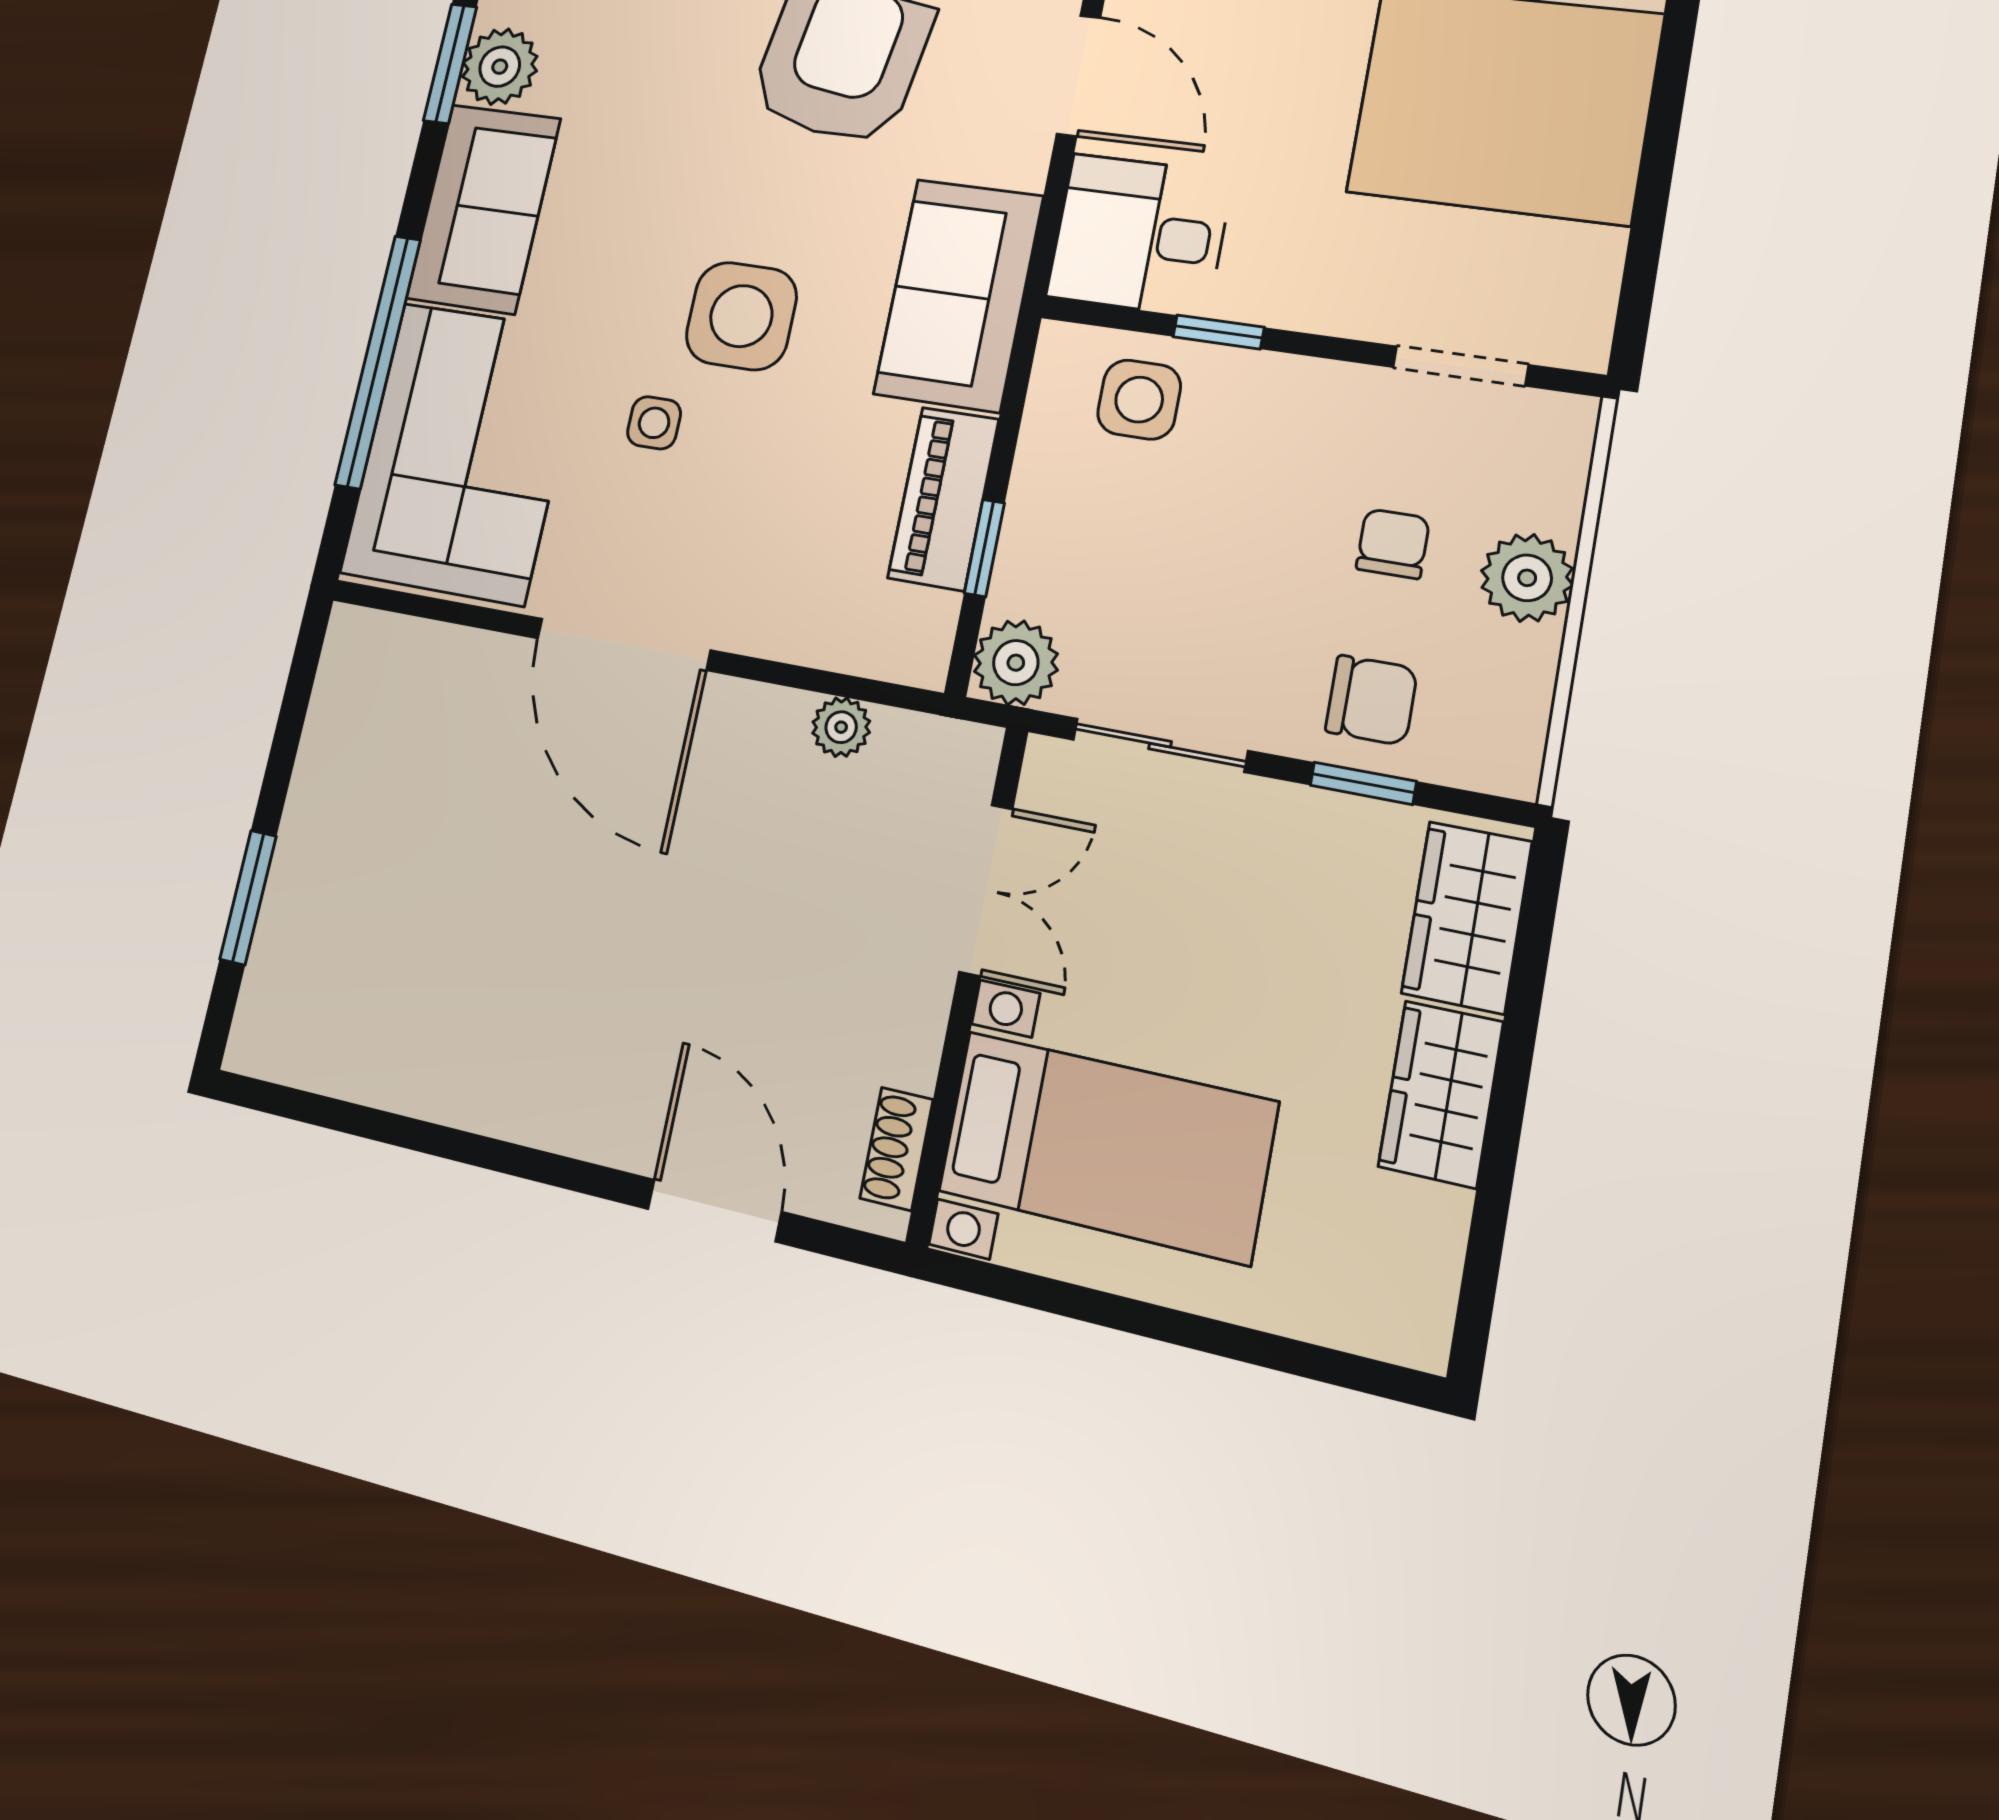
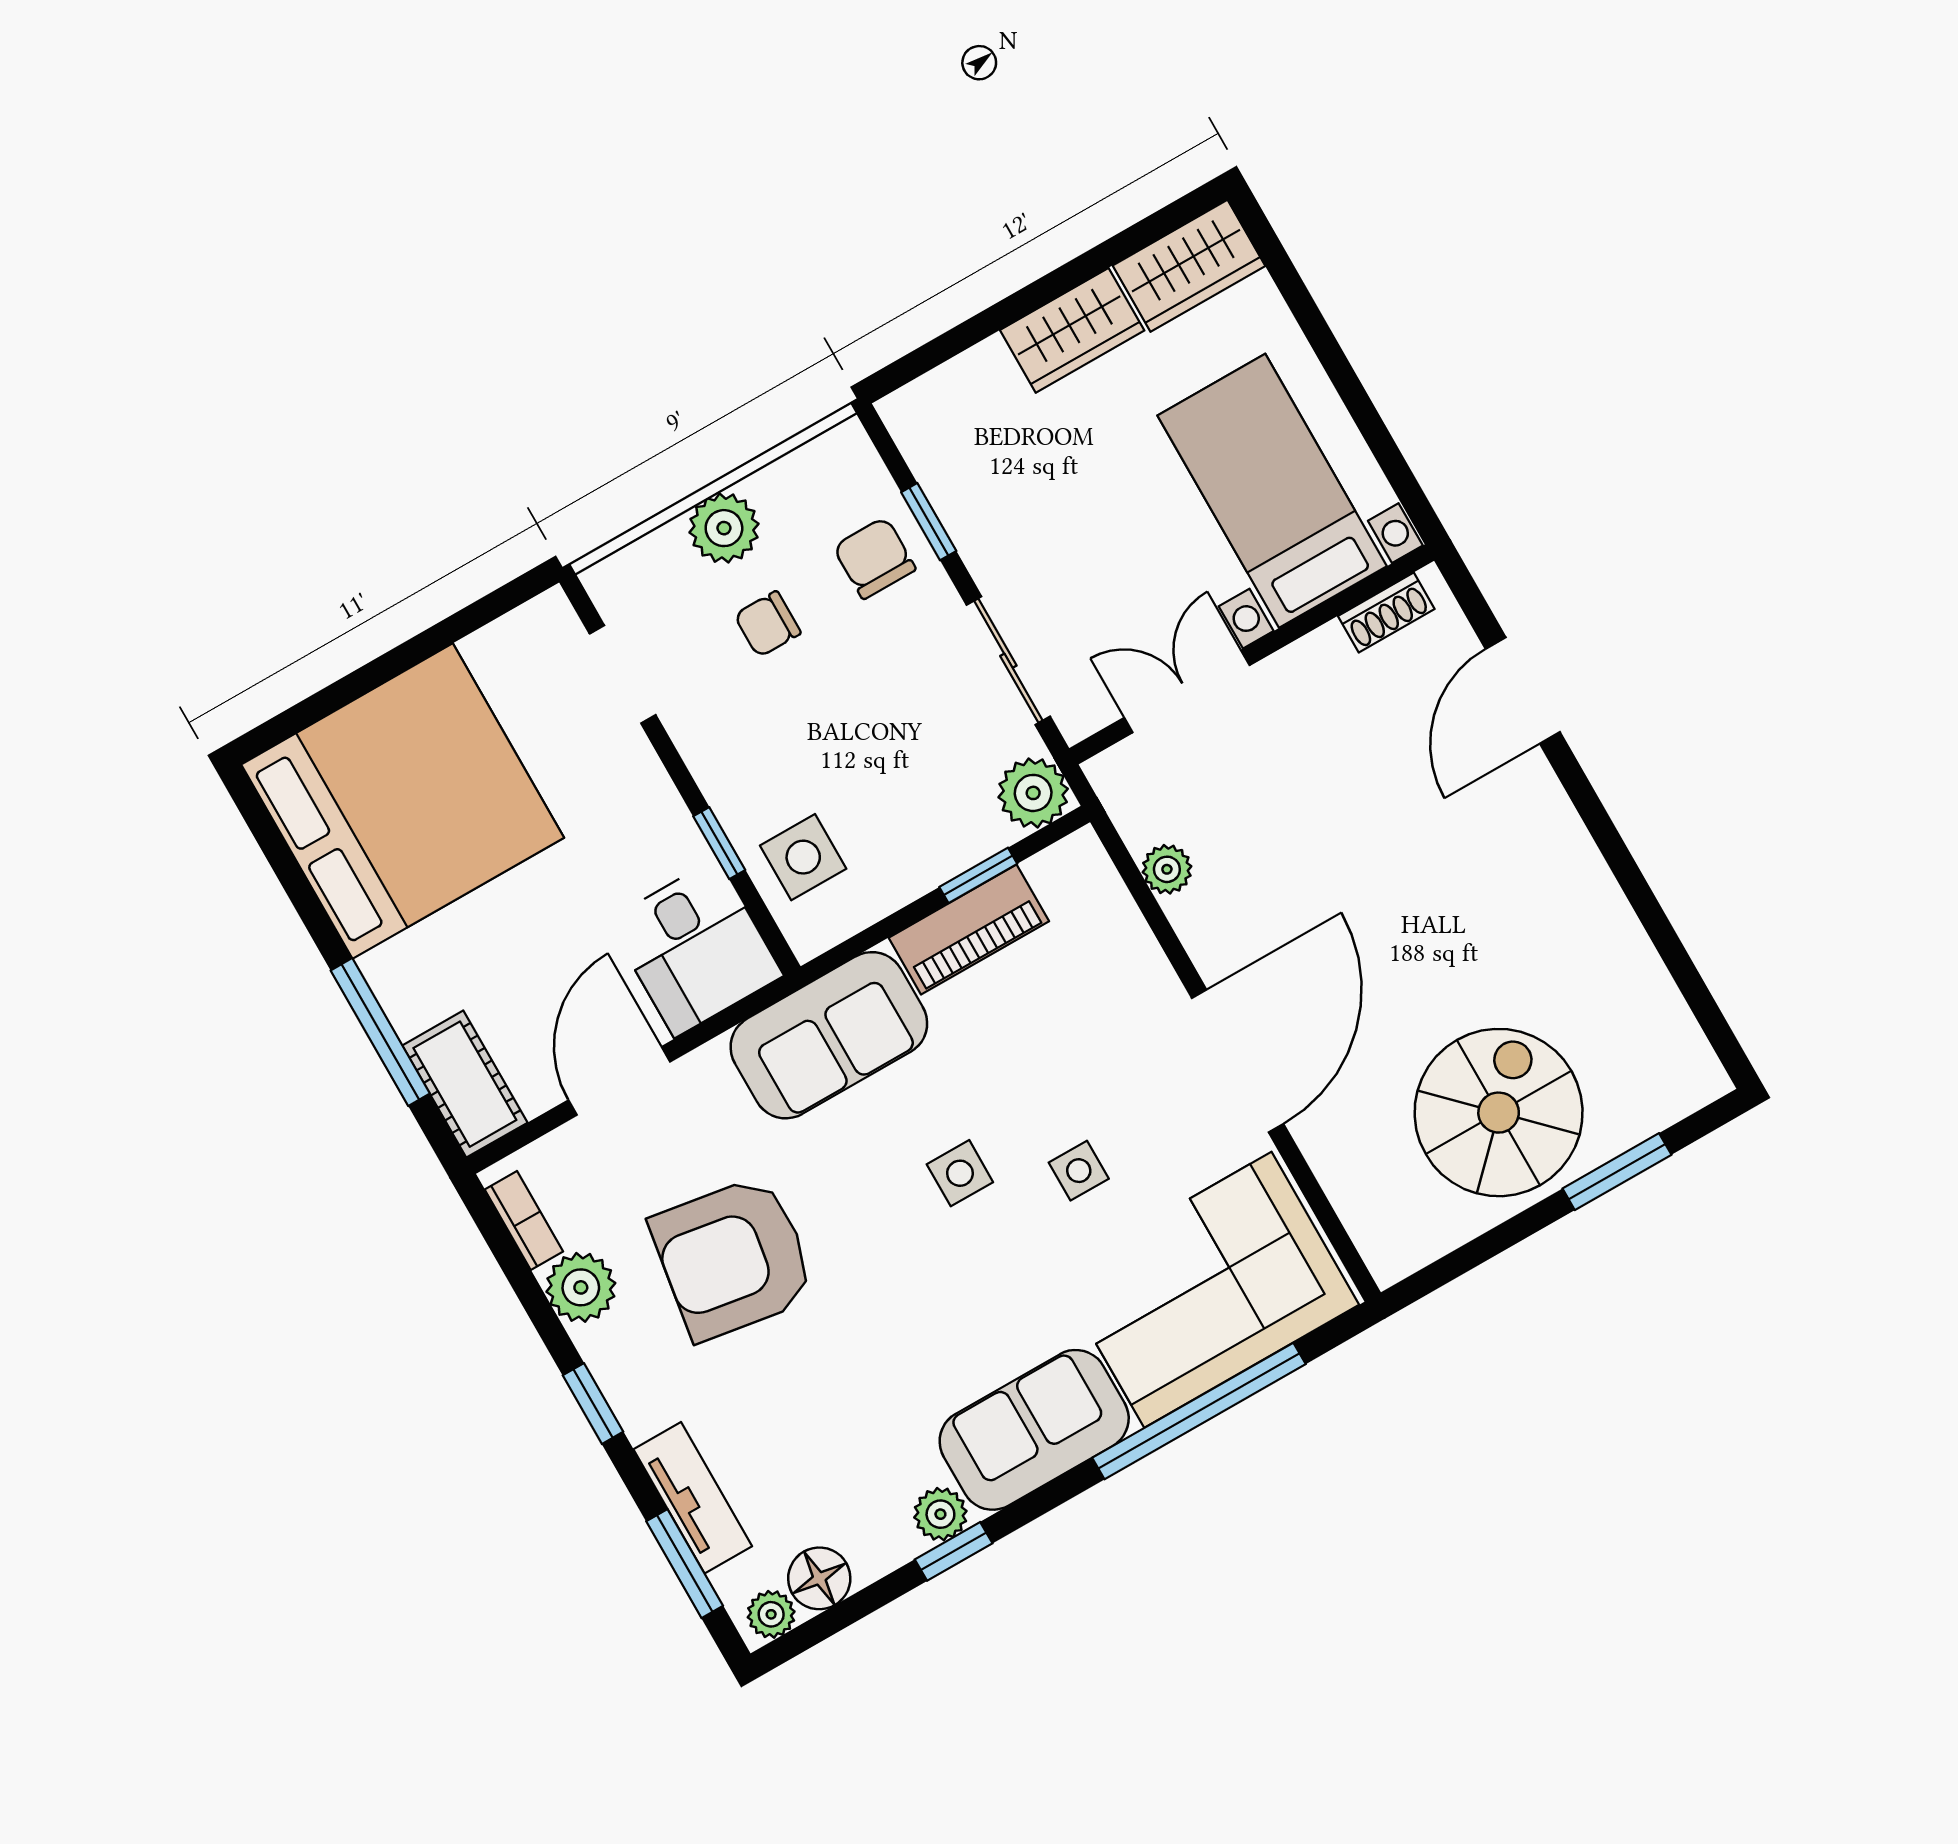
window: (450, 64) -> (954, 1551), width x0.67
plant: (500, 67) -> (940, 1514), width x0.73, depth x0.73
side table: (741, 316) -> (960, 1173), width x0.54, depth x0.54
spiral stairs: (383, 838) -> (1499, 1113), added
wardrobe: (1467, 917) -> (1189, 266), moved

